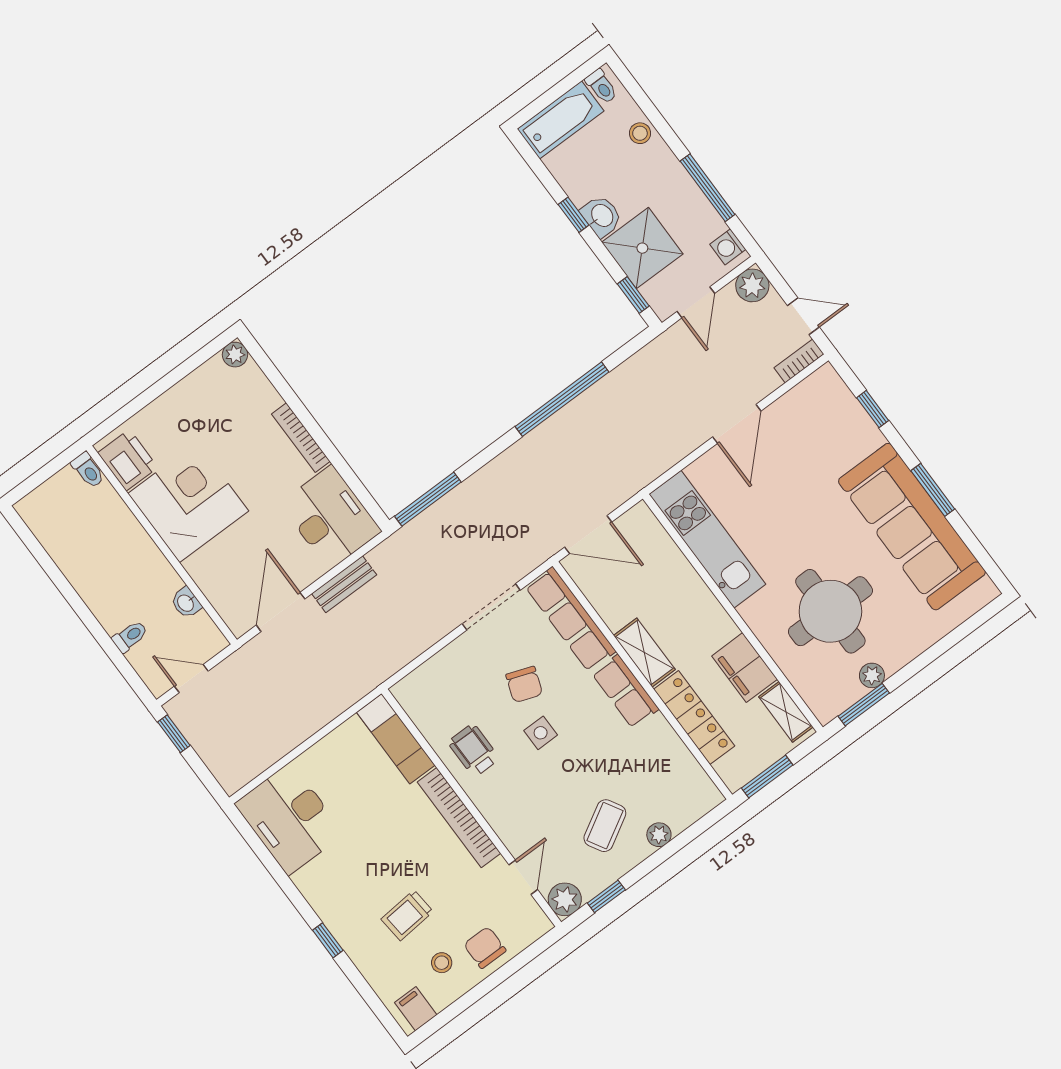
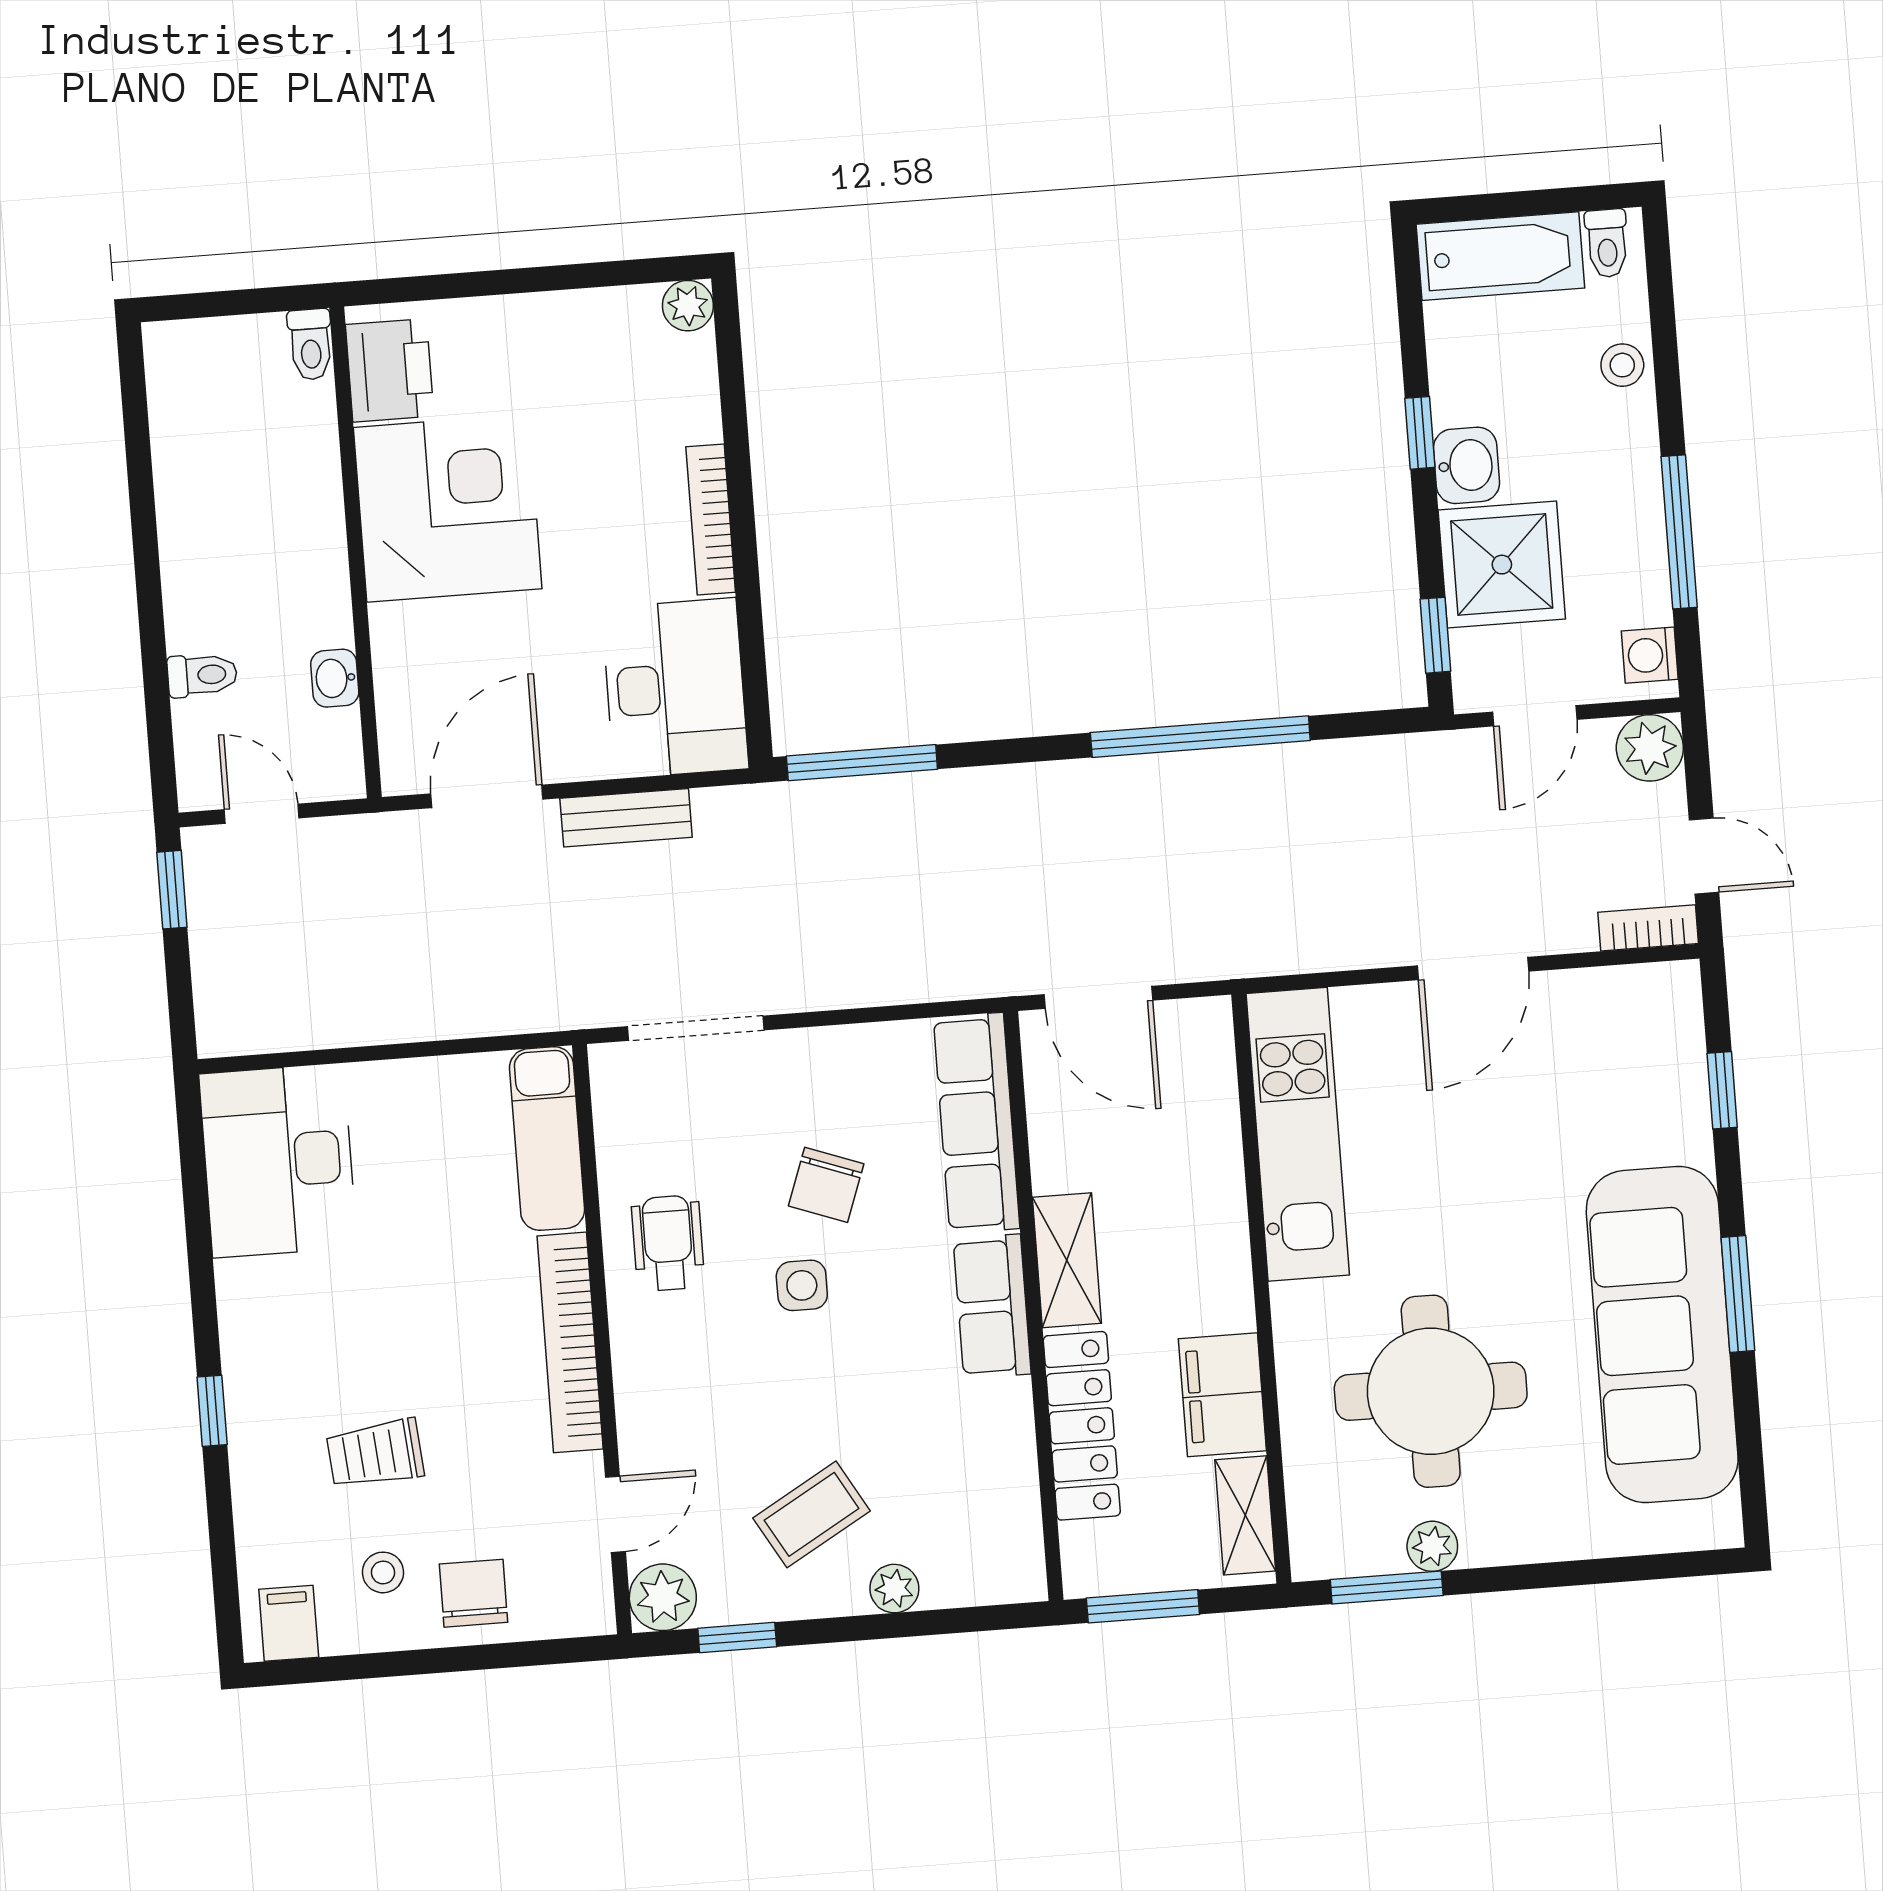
doorway: (491, 607) -> (696, 1028), moved

